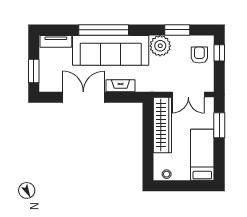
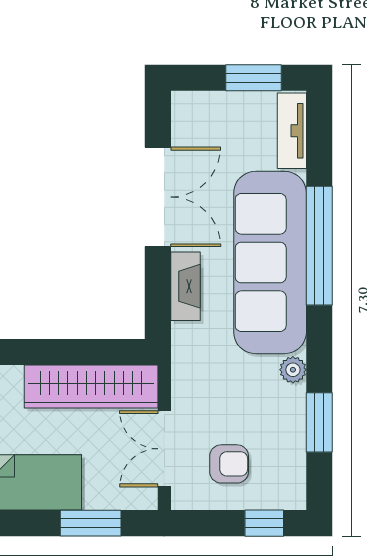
plant: (160, 46) -> (293, 370), width x0.53, depth x0.53
armchair: (199, 55) -> (229, 464), moved
window: (34, 71) -> (253, 78), moved

